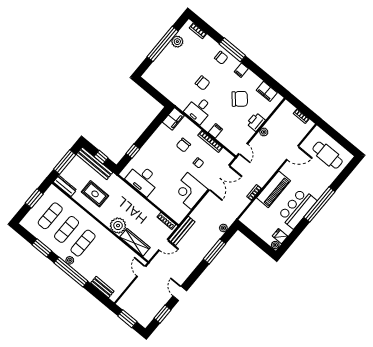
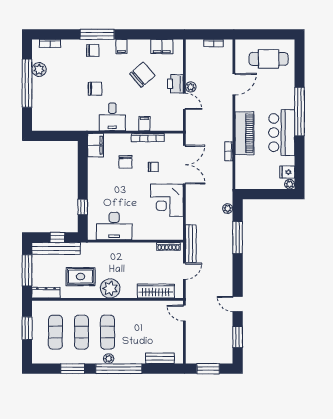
door: (243, 149) -> (184, 101), moved
plant: (118, 226) -> (110, 288), moved

